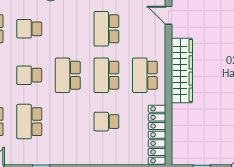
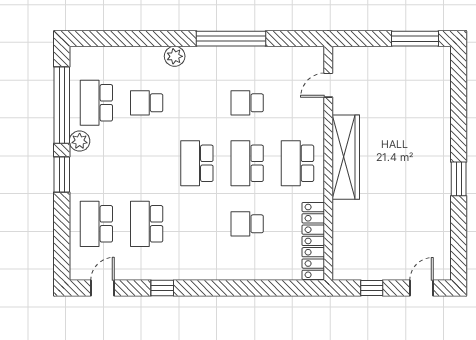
door: (168, 15) -> (328, 85), hinge flipped
school desk: (106, 29) -> (247, 103), width x0.54
school desk: (29, 75) -> (147, 163), removed

